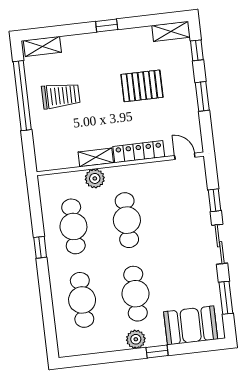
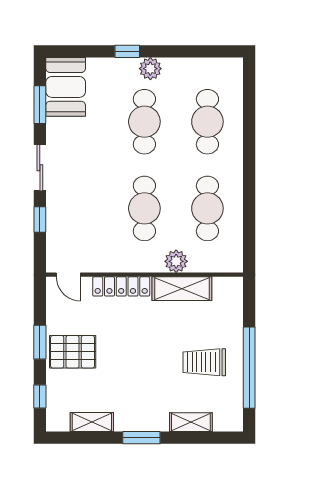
window: (107, 25) -> (141, 438), width x1.50
shelving: (171, 31) -> (92, 422), moved
shelving: (42, 46) -> (191, 422), moved
pallet: (142, 86) -> (73, 352), moved
shelving: (96, 157) -> (182, 289), width x1.50, depth x1.33
window: (40, 247) -> (249, 189), removed
booth: (191, 325) -> (66, 87), moved, turned 90

